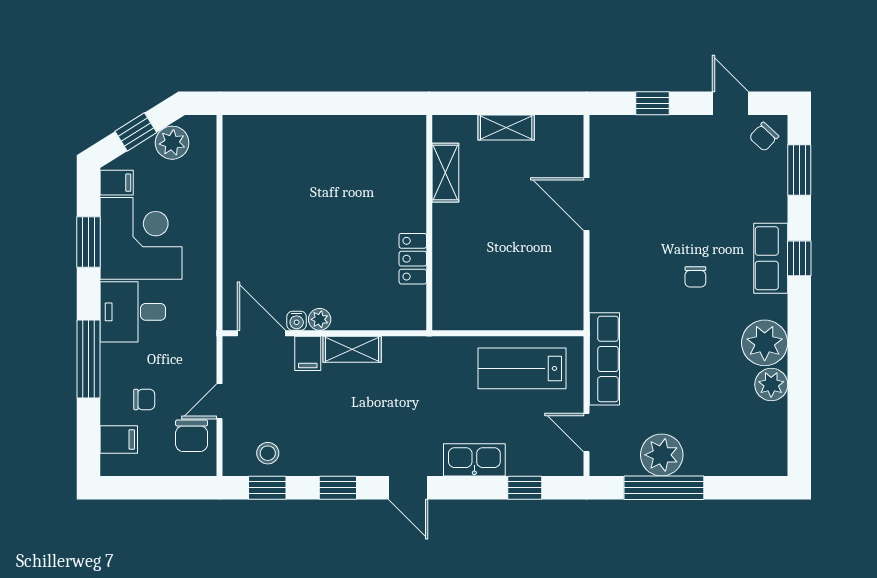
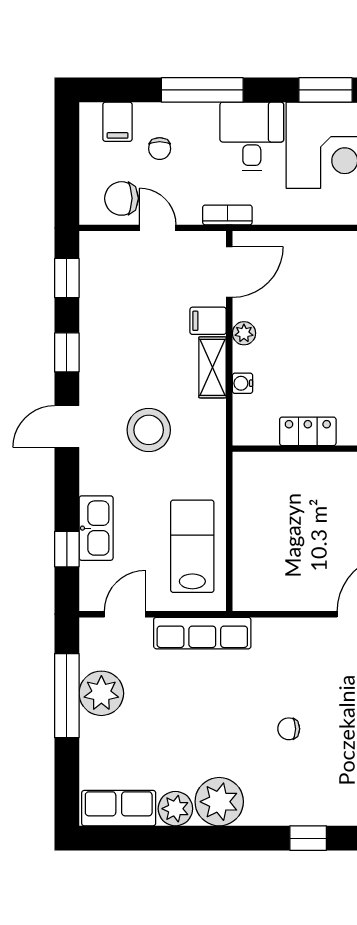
row of seats: (771, 258) -> (119, 808), moved
water cooler: (297, 321) -> (243, 383), moved
bookcase: (207, 335) -> (227, 215), added
stool: (268, 453) -> (149, 430), moved, width x1.89, depth x1.89
kitchen sink: (474, 460) -> (96, 528), moved

